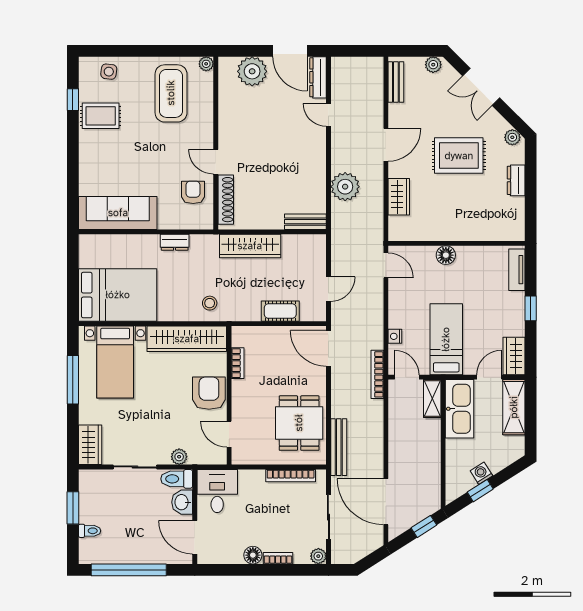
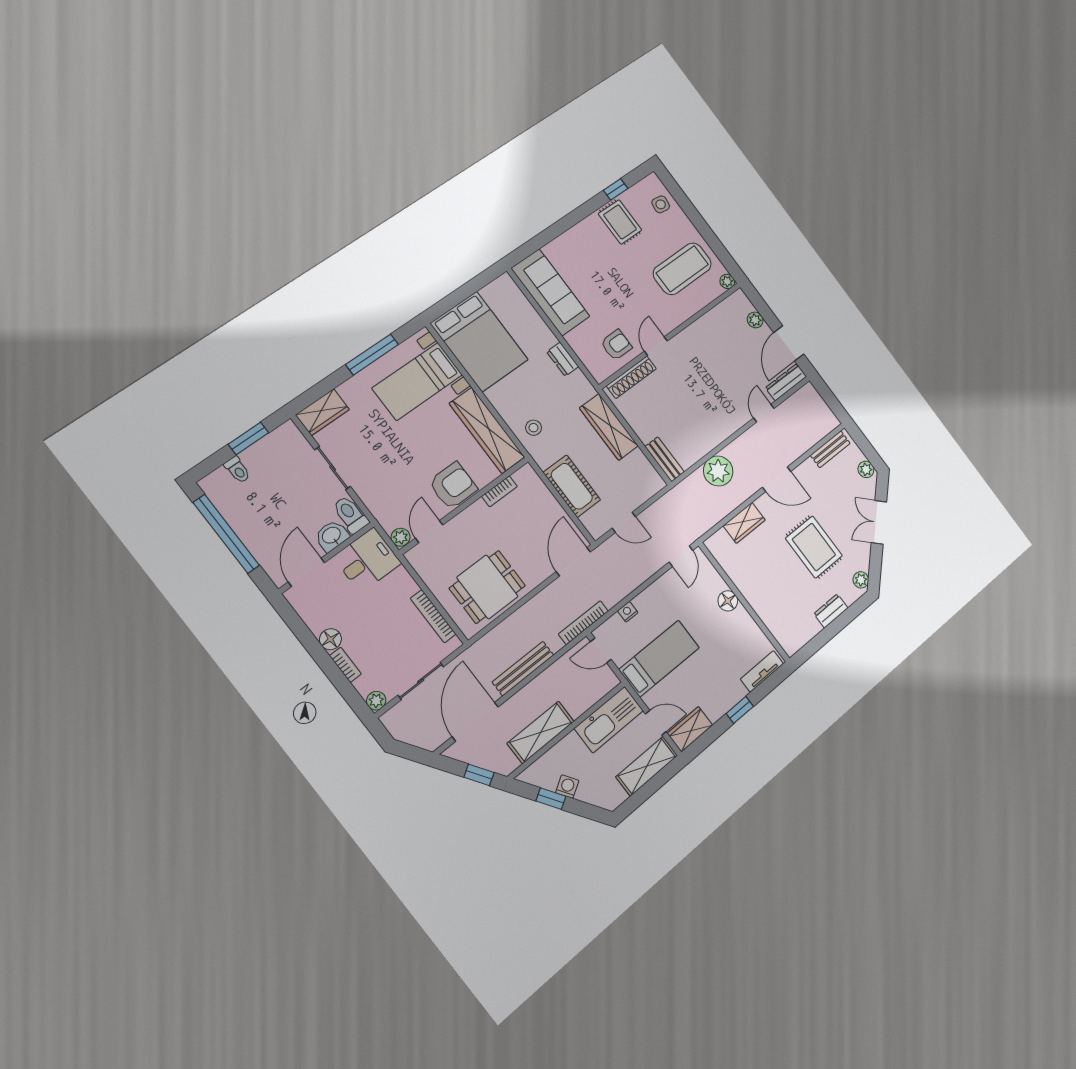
plant: (252, 71) -> (755, 320), width x0.53, depth x0.53
cot: (280, 311) -> (572, 486), width x1.37, depth x1.34
door: (407, 377) -> (601, 651), swing flipped
shelving: (432, 399) -> (541, 732), moved, width x1.50, depth x1.33
bench: (339, 447) -> (523, 668), moved
plant: (179, 457) -> (401, 537), moved

